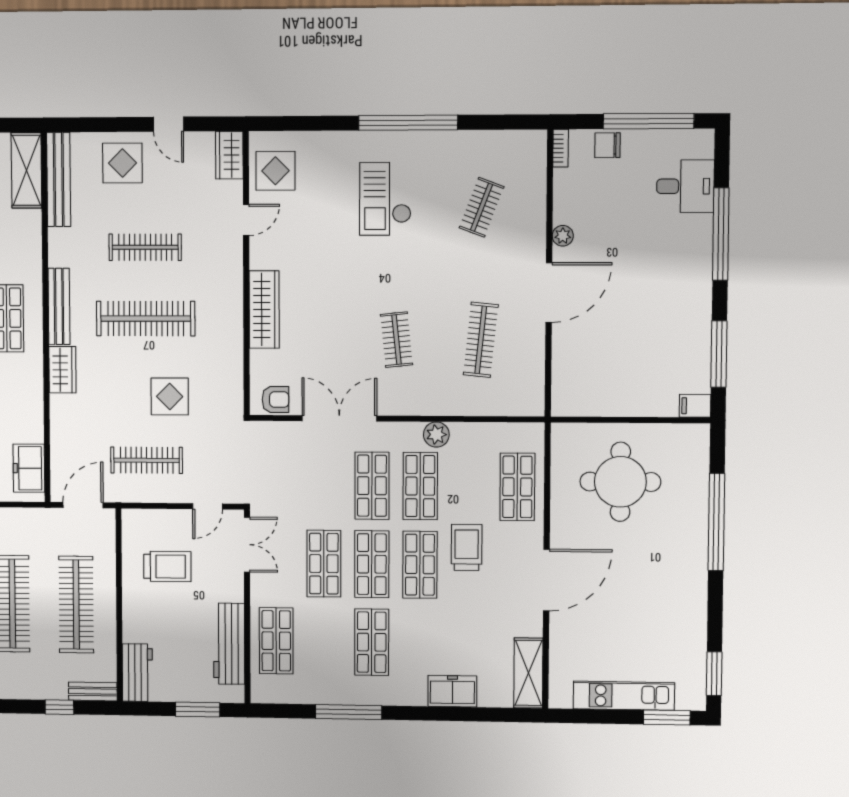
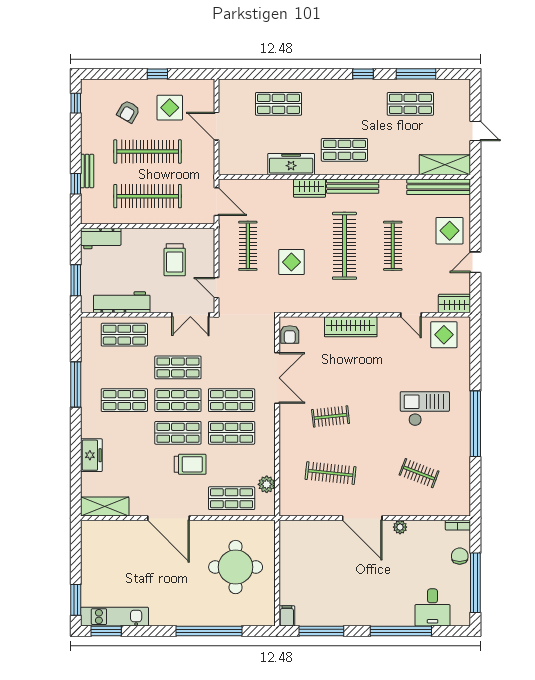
plant: (436, 435) -> (267, 484), moved
freezer: (29, 468) -> (291, 164), moved, width x1.40
bench: (93, 691) -> (87, 171), moved
kitchen unit: (624, 696) -> (114, 617), moved, turned -90

